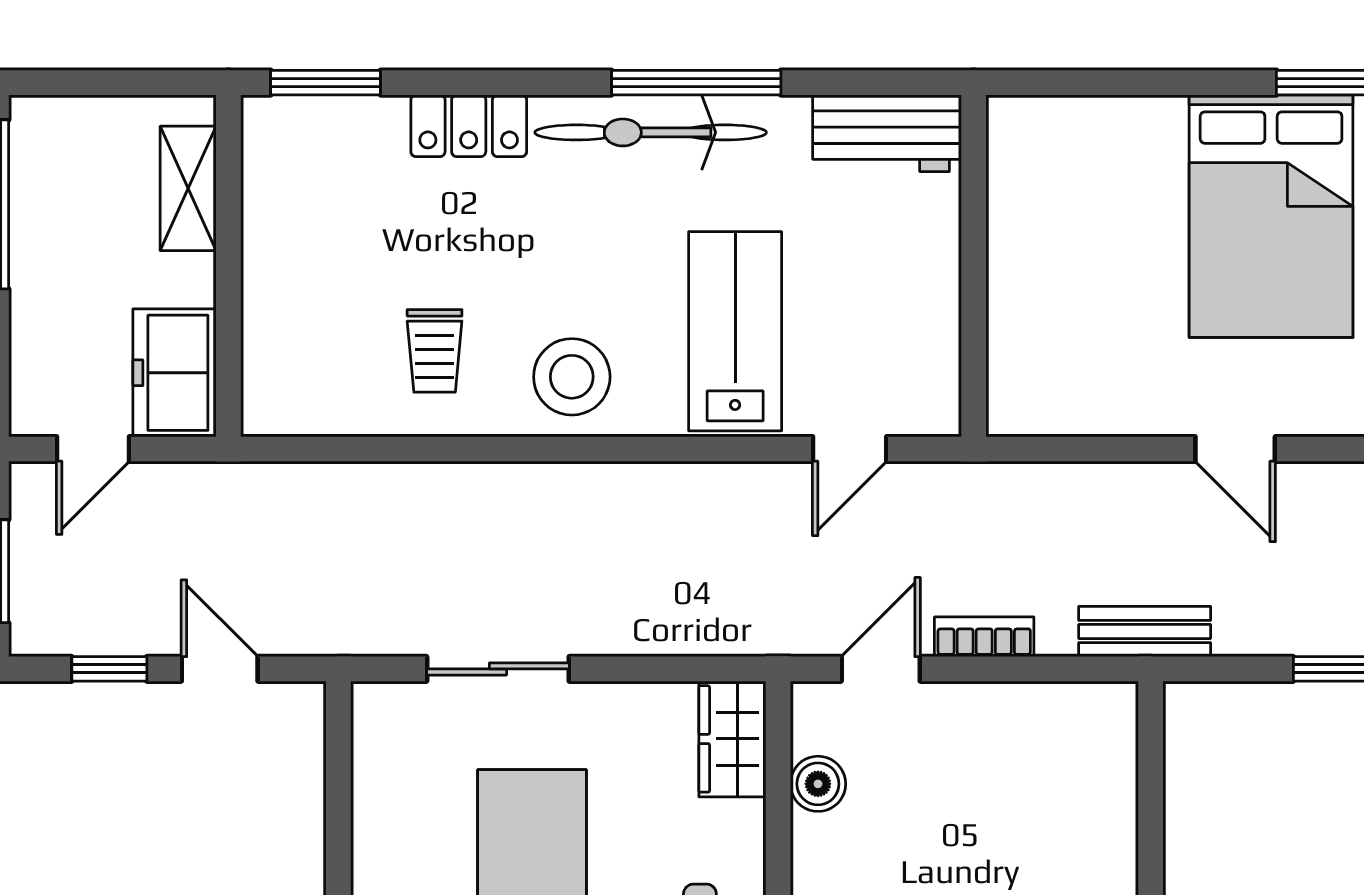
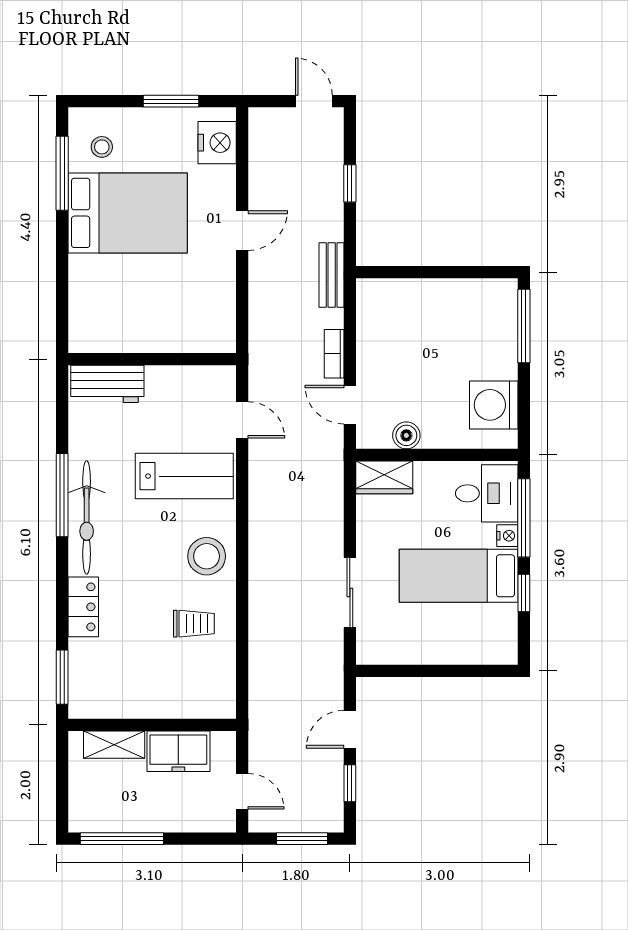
workbench: (887, 133) -> (107, 384), moved, turned 90
lab bench: (735, 331) -> (184, 476), turned 180
freezer: (175, 373) -> (178, 751), moved

